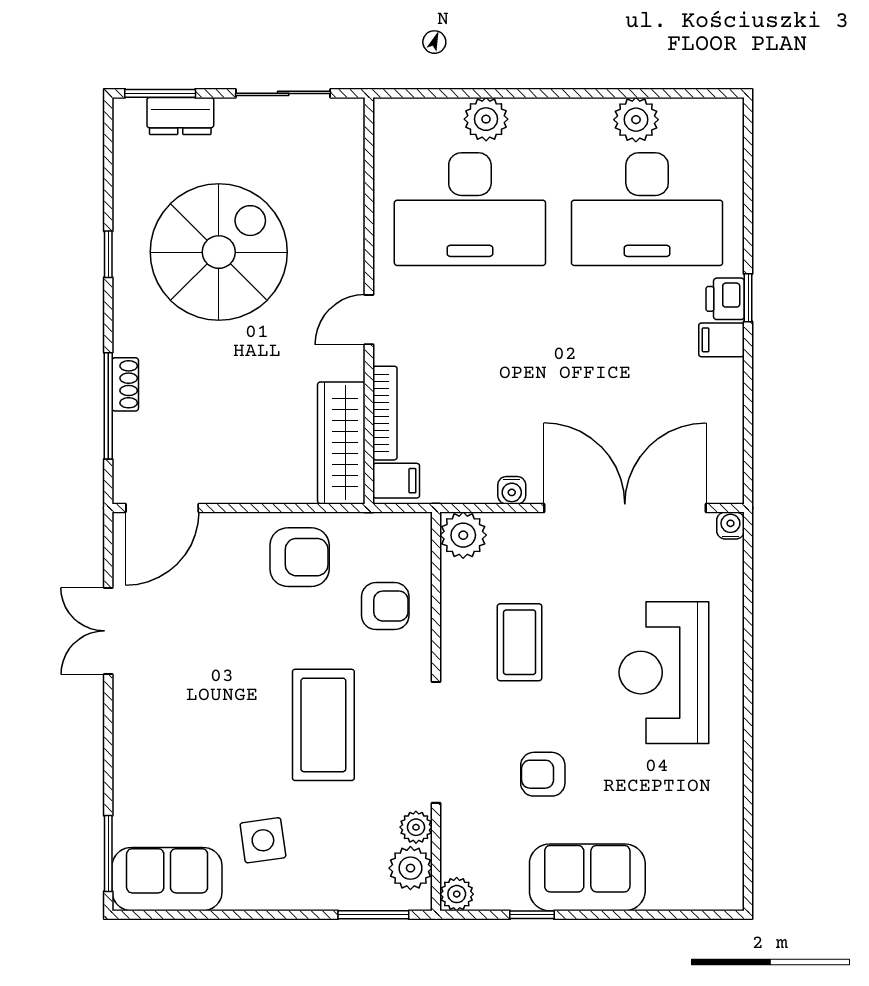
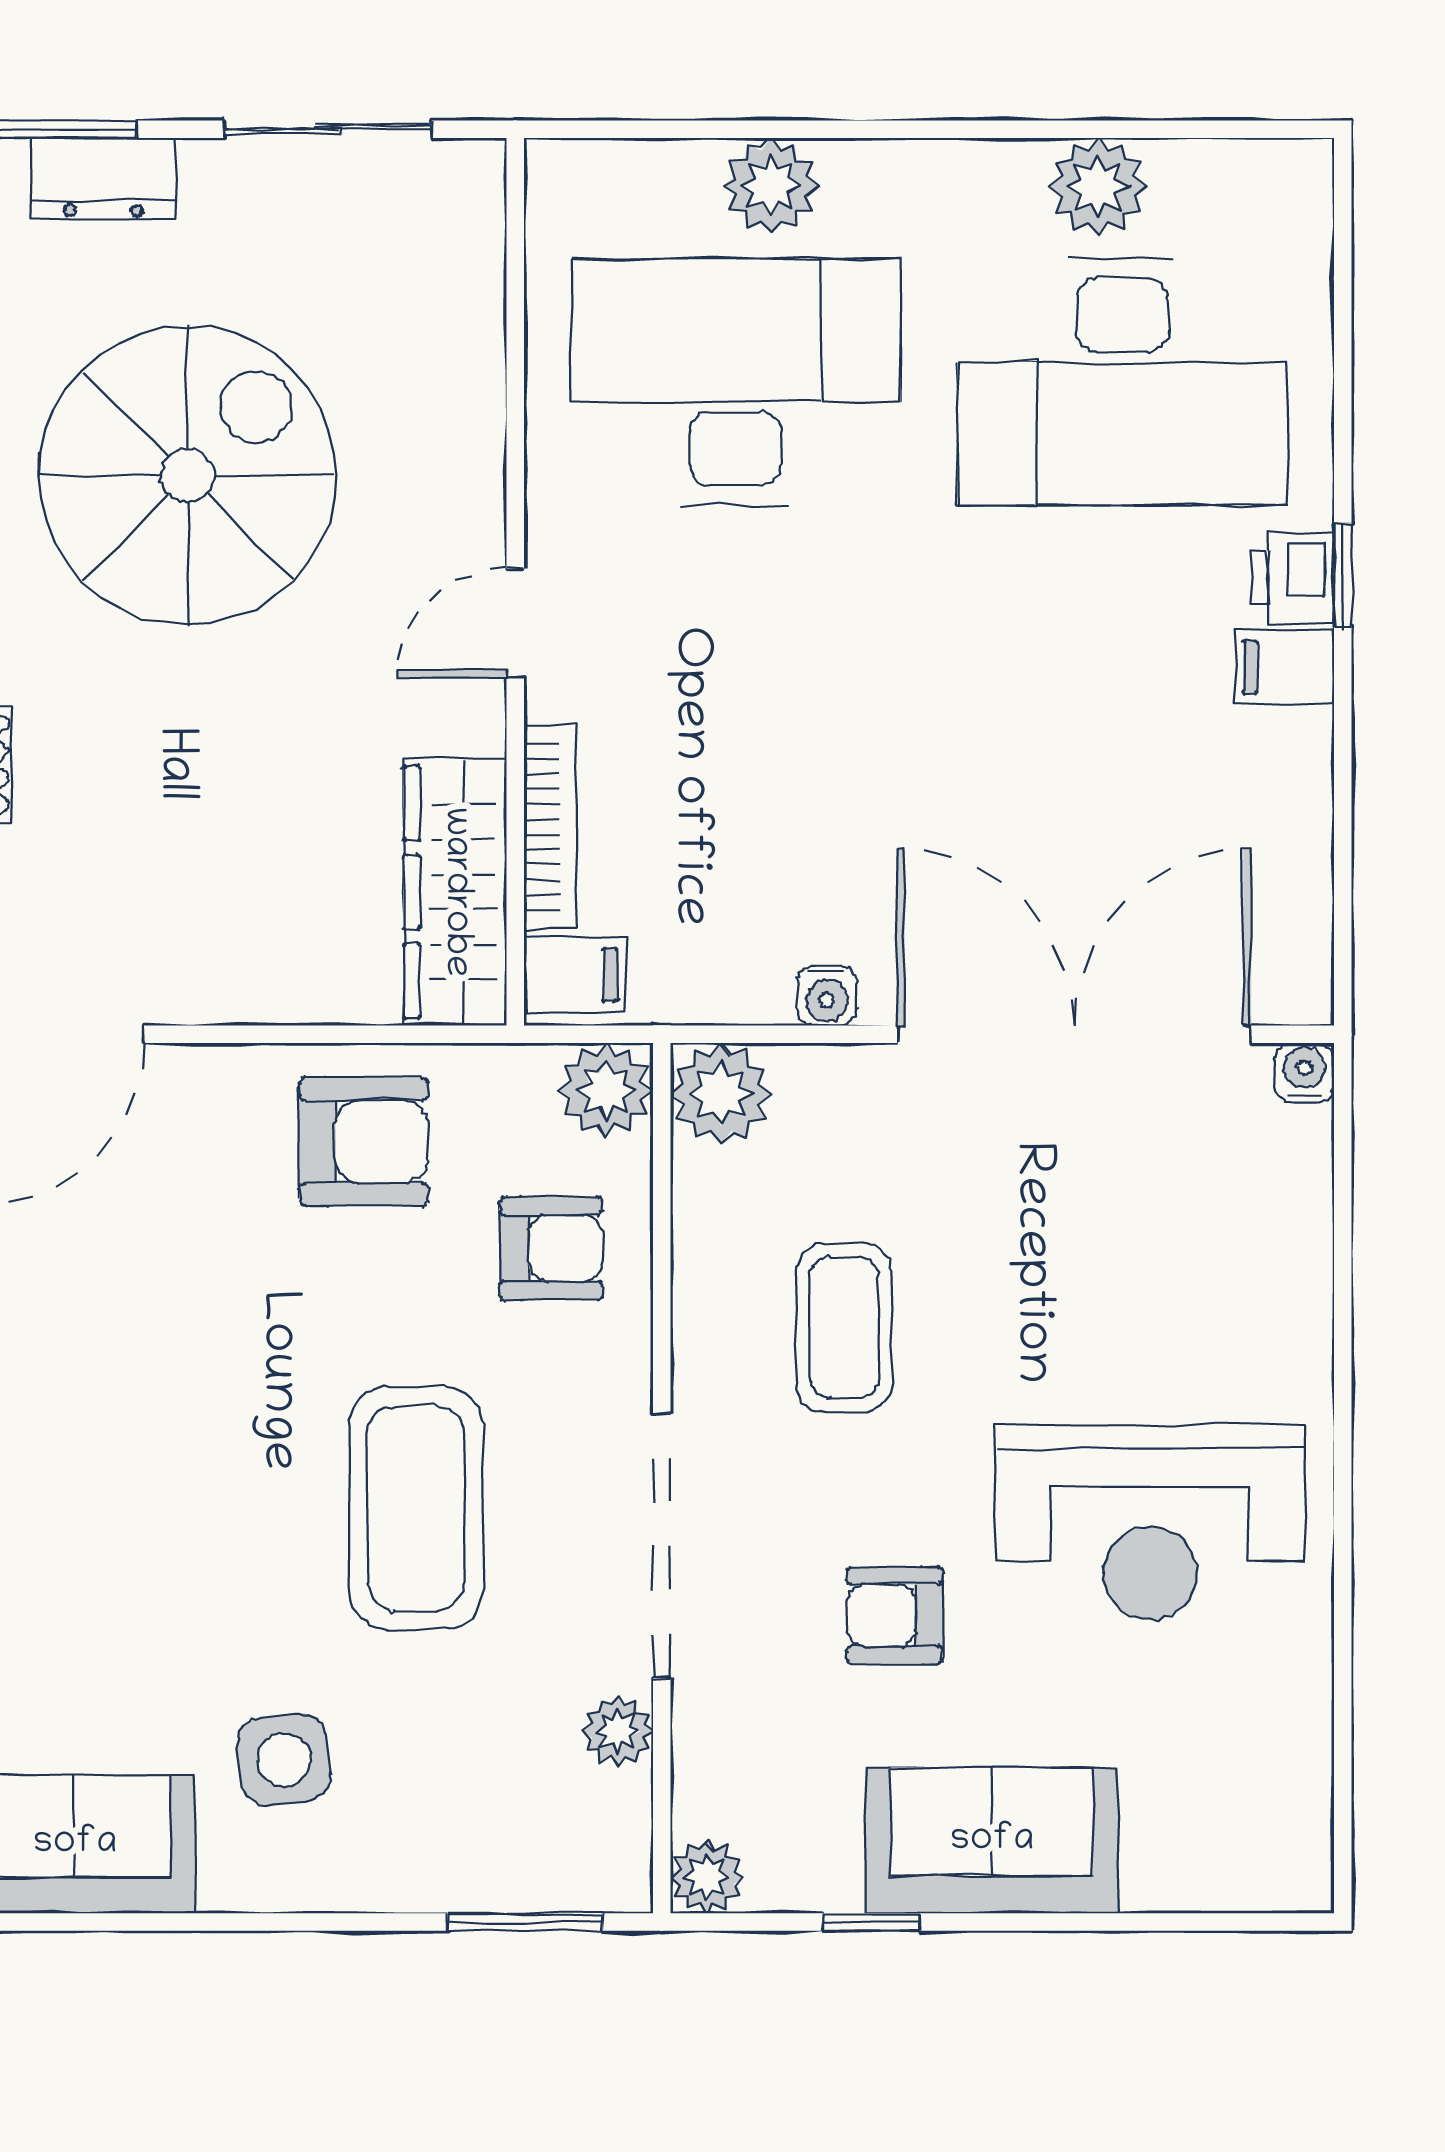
desk: (470, 209) -> (736, 382), turned 180
reception desk: (664, 673) -> (1150, 1523), moved, turned -90
plant: (410, 868) -> (606, 1090), moved

